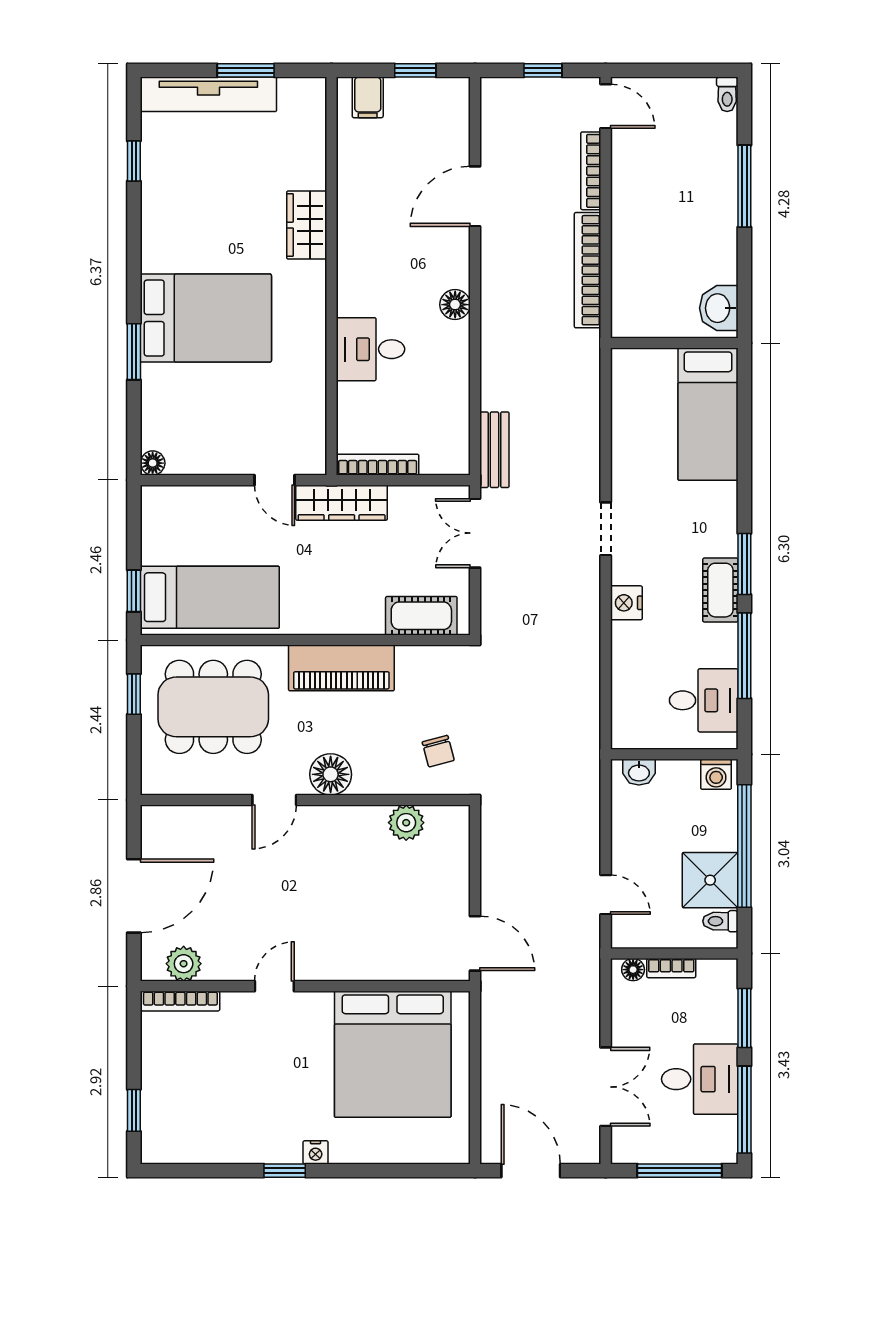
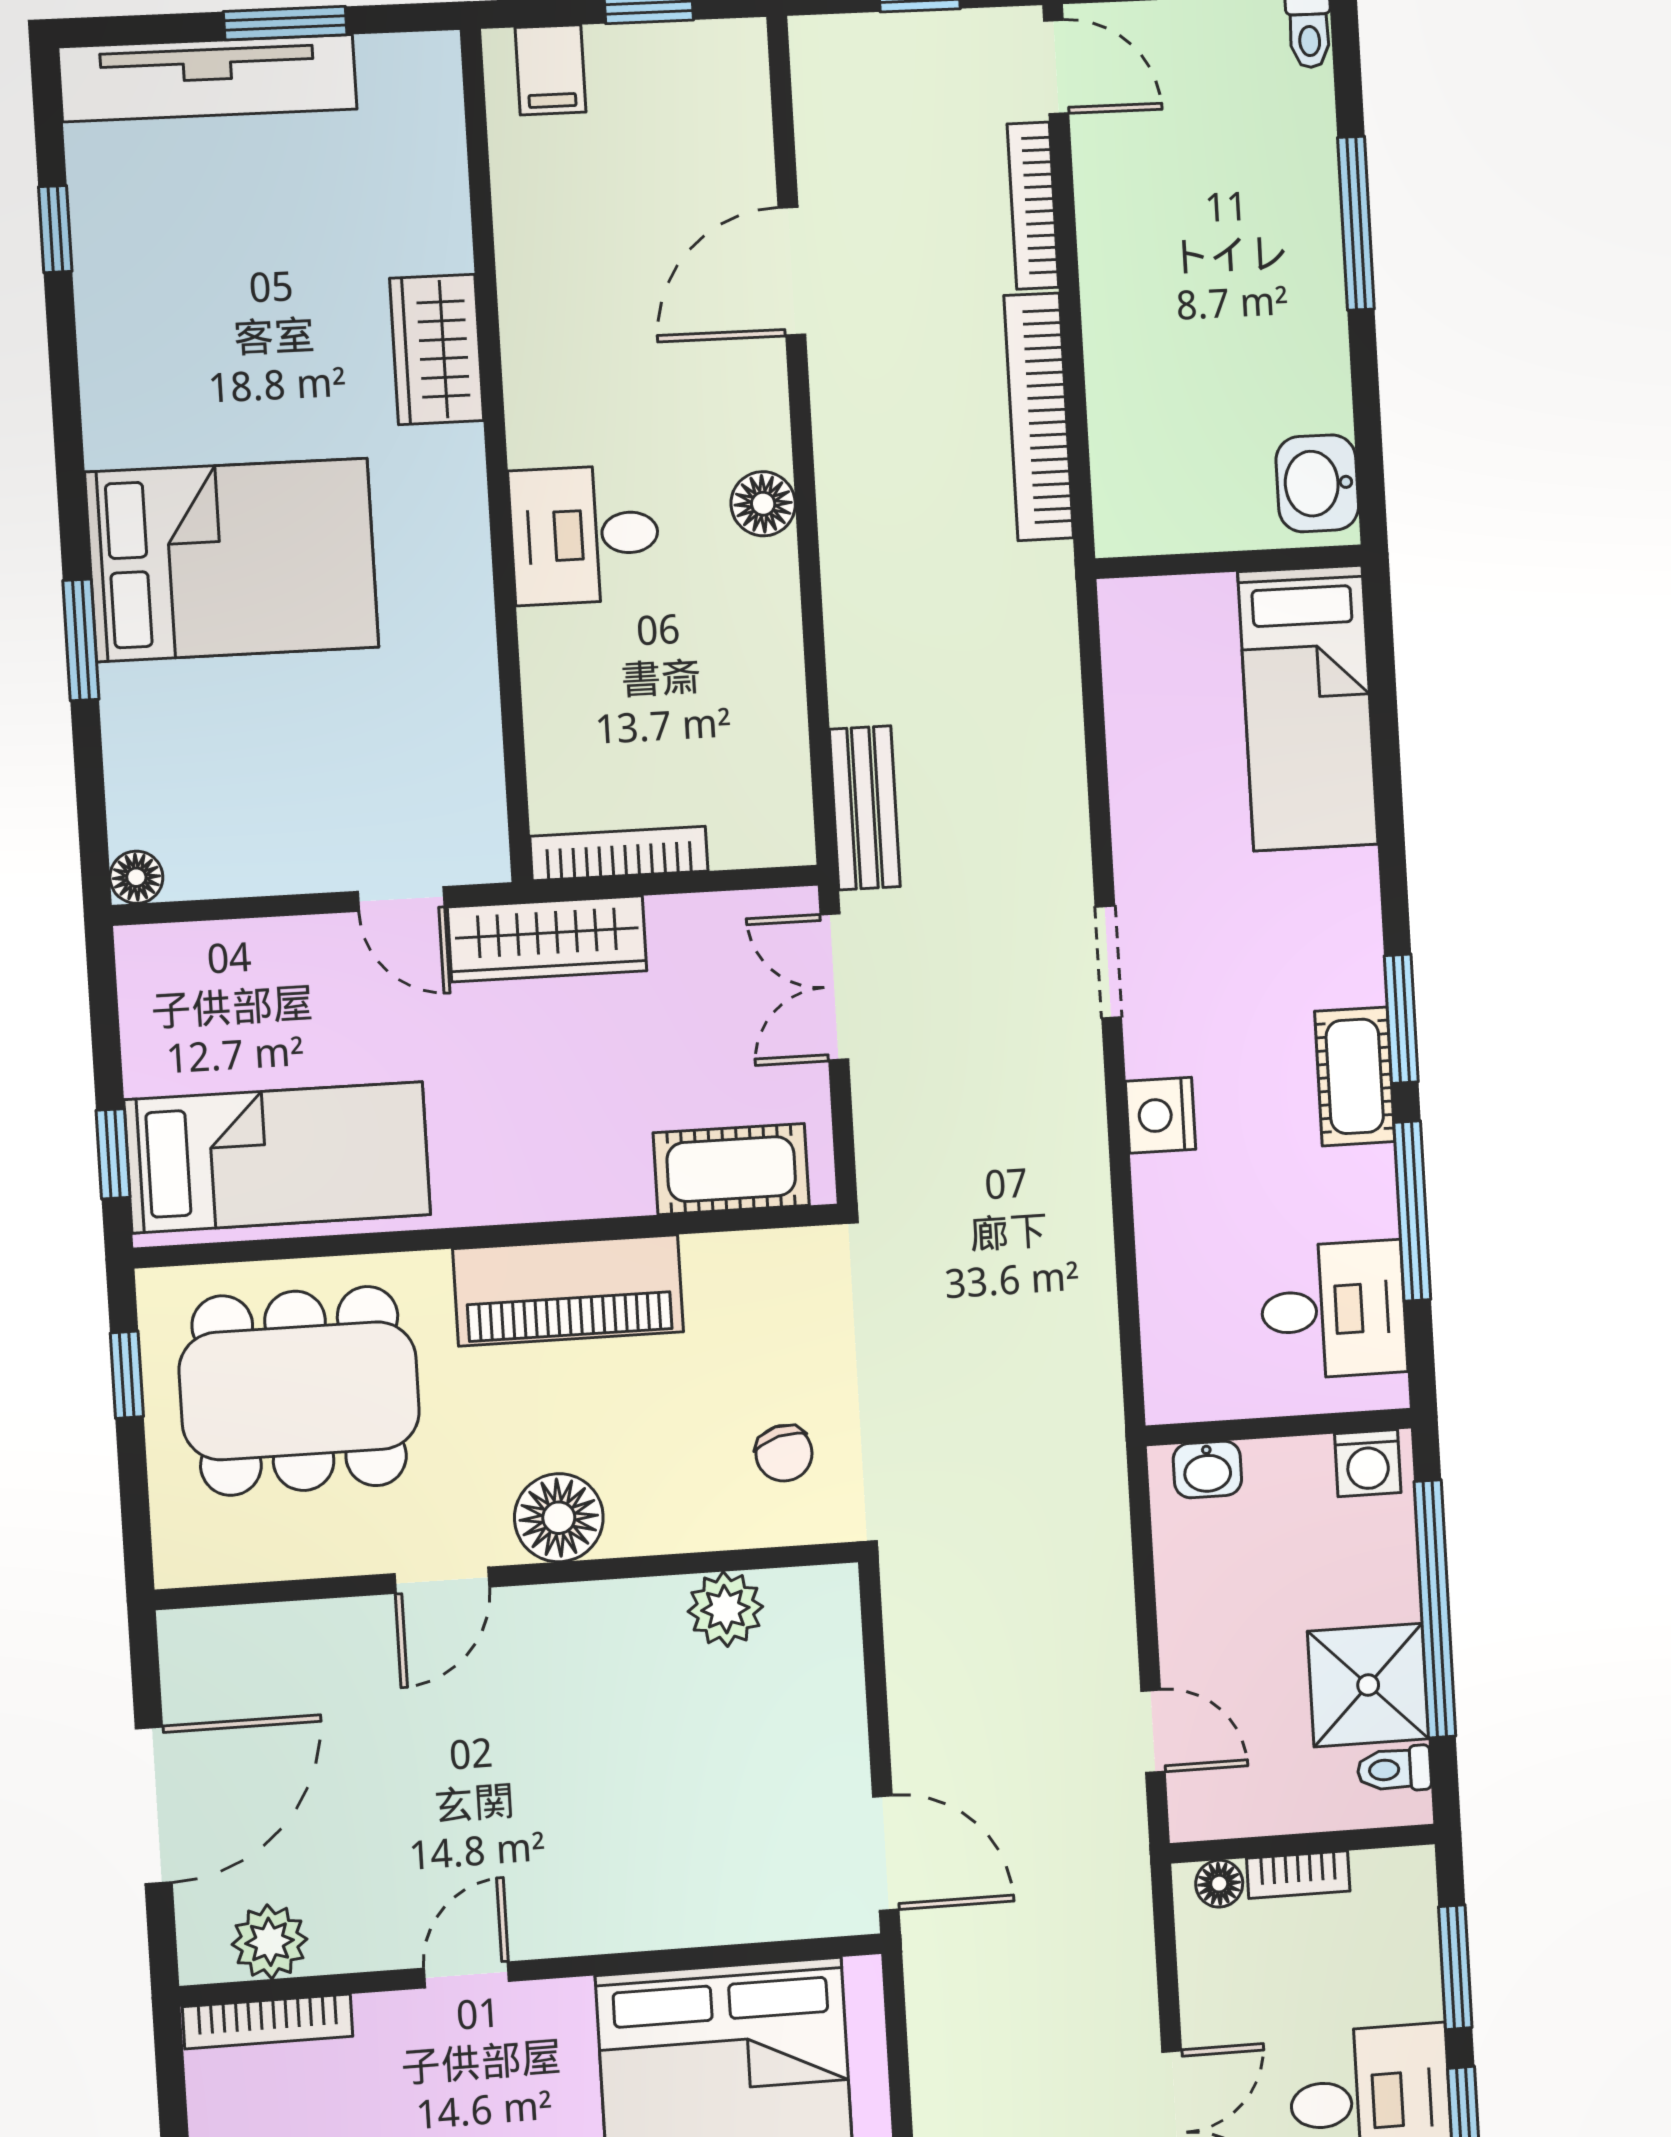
desk: (370, 349) -> (585, 535), moved

